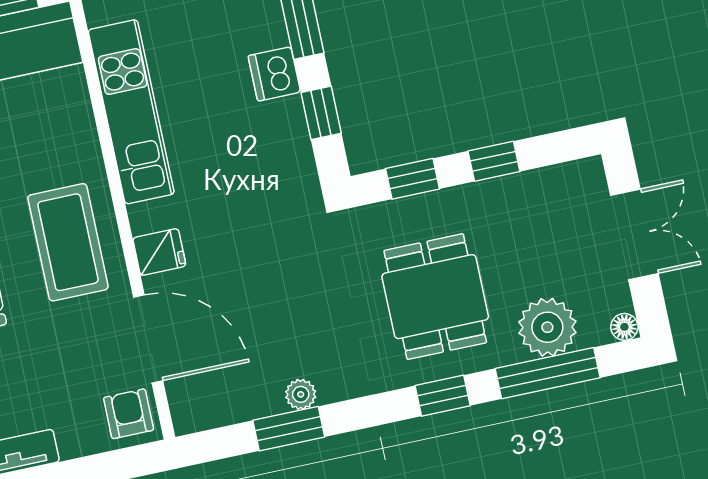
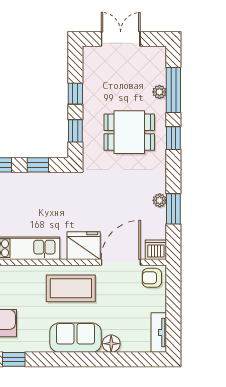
dishwasher: (274, 74) -> (156, 250), moved, turned 180
fridge: (159, 252) -> (84, 246), width x1.88, depth x1.34
plant: (547, 327) -> (159, 92), width x0.53, depth x0.53
floor lamp: (624, 327) -> (160, 52), removed

